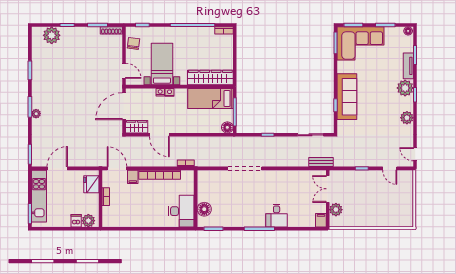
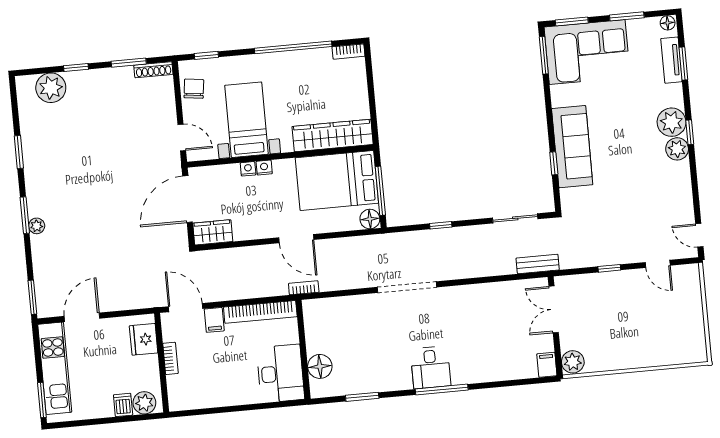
tv unit: (408, 66) -> (671, 60), moved
bed: (210, 98) -> (337, 180), width x1.50
plant: (407, 118) -> (677, 149), moved
door: (159, 135) -> (296, 239), moved
wall: (196, 199) -> (303, 350), moved
floor lamp: (204, 209) -> (320, 366), moved
plant: (336, 210) -> (573, 362), moved
desk: (181, 211) -> (280, 374), moved
desk: (277, 216) -> (431, 367), moved

